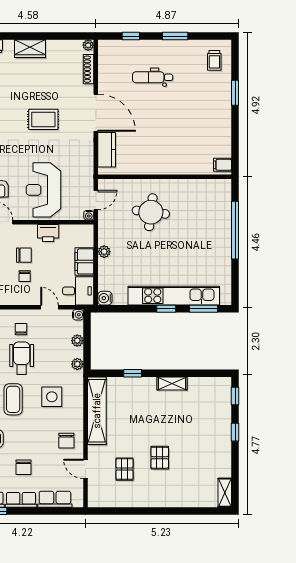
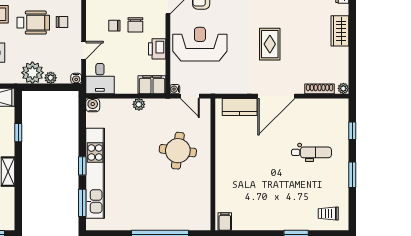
dental chair: (153, 77) -> (311, 152), turned 90
filing cabinet: (84, 261) -> (152, 85), moved
plant: (77, 364) -> (32, 73), width x1.88, depth x1.88

